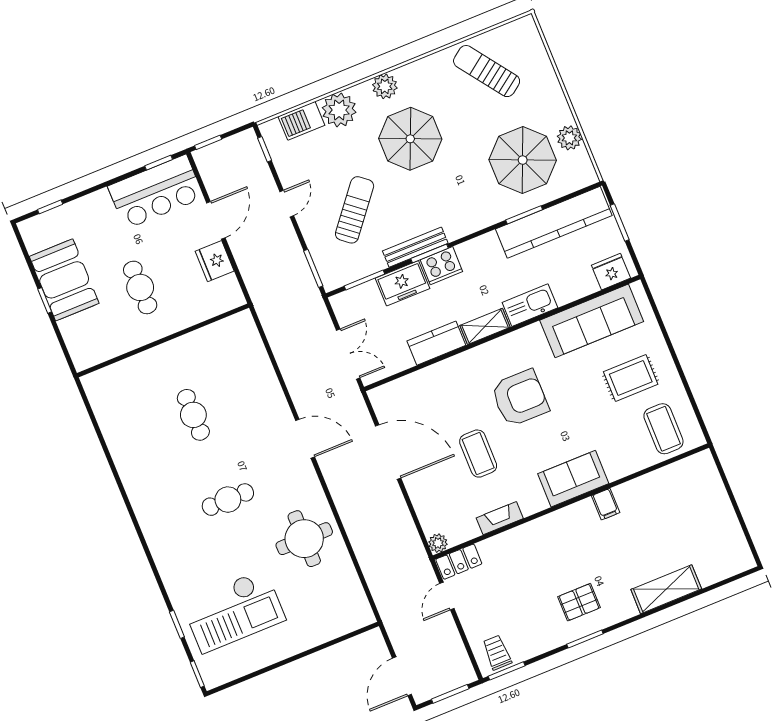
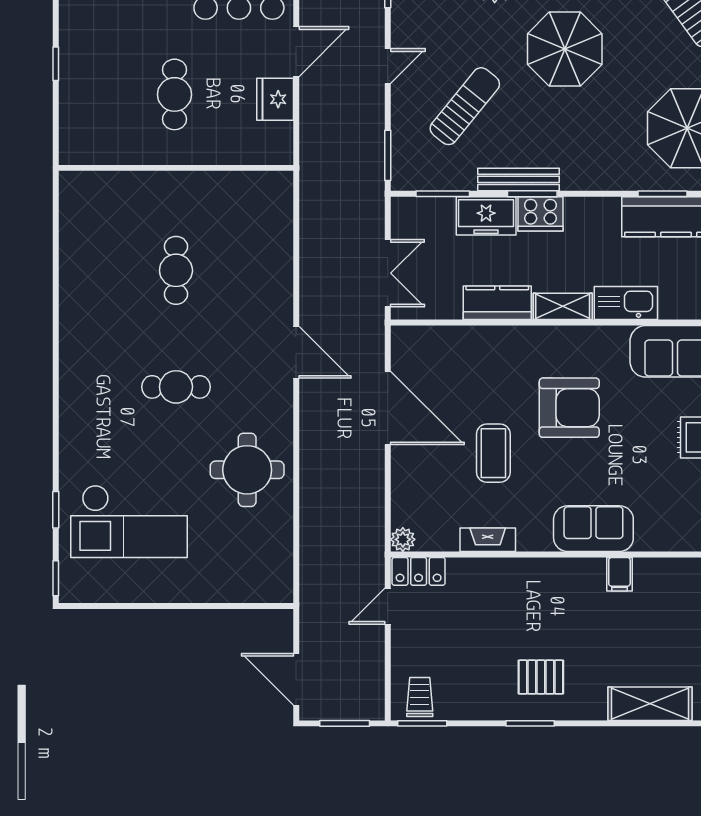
booth: (64, 280) -> (89, 49), removed
door: (402, 676) -> (296, 679), hinge flipped

